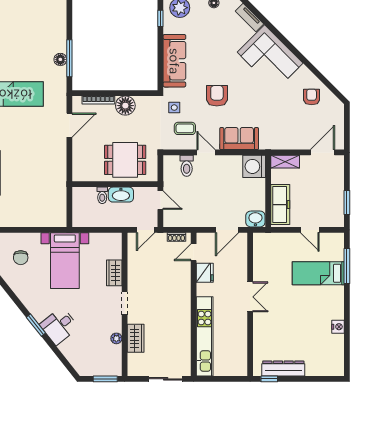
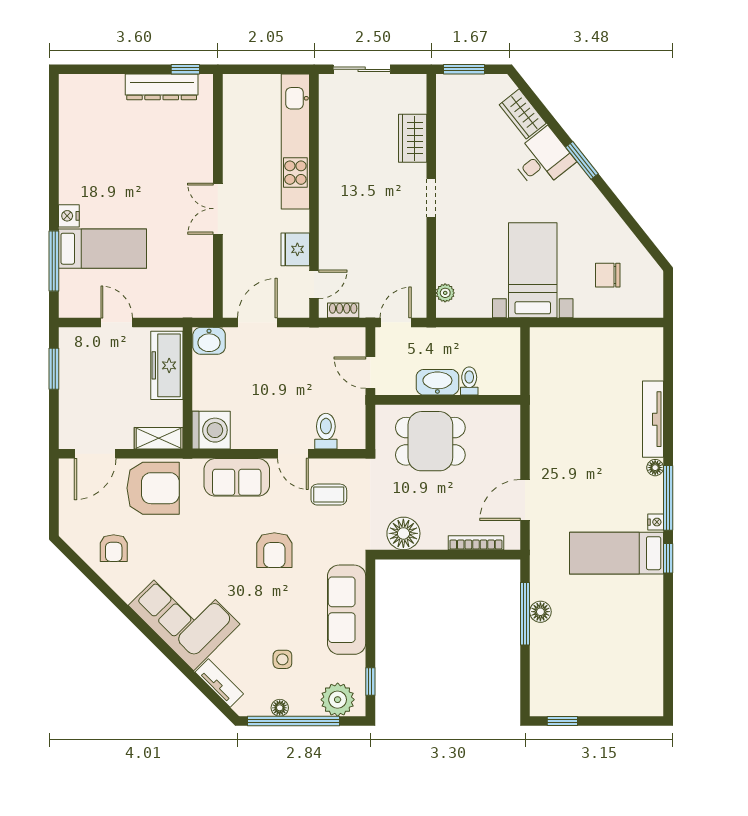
floor lamp: (125, 106) -> (403, 533), moved
side table: (174, 108) -> (282, 659), moved
armchair: (288, 132) -> (153, 488), added
chair: (21, 258) -> (608, 275), turned -90
wardrobe: (114, 273) -> (523, 114), moved, turned 142
nightstand: (338, 327) -> (69, 216), moved
plant: (116, 338) -> (445, 293), moved

